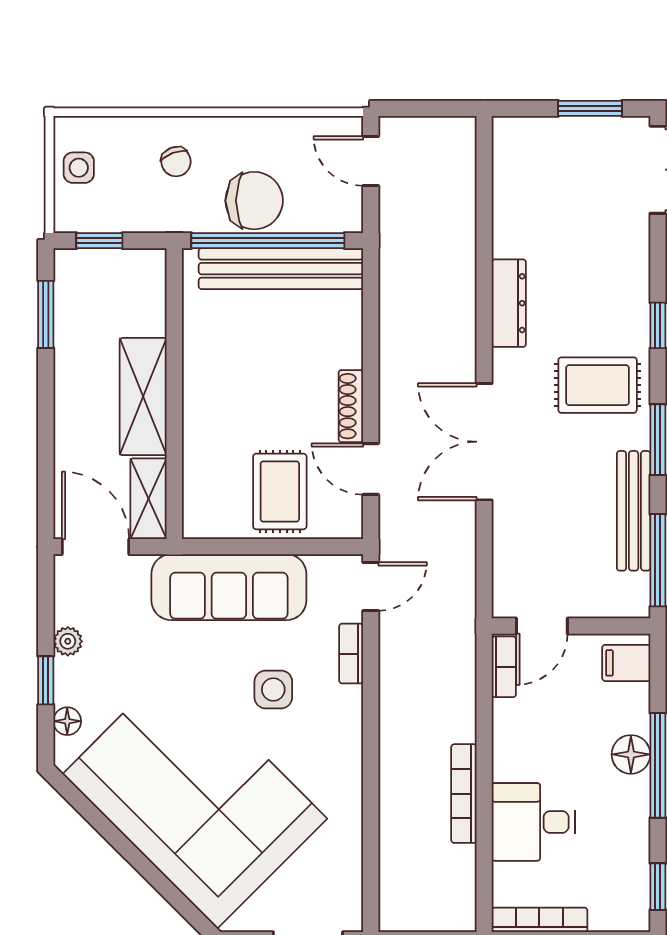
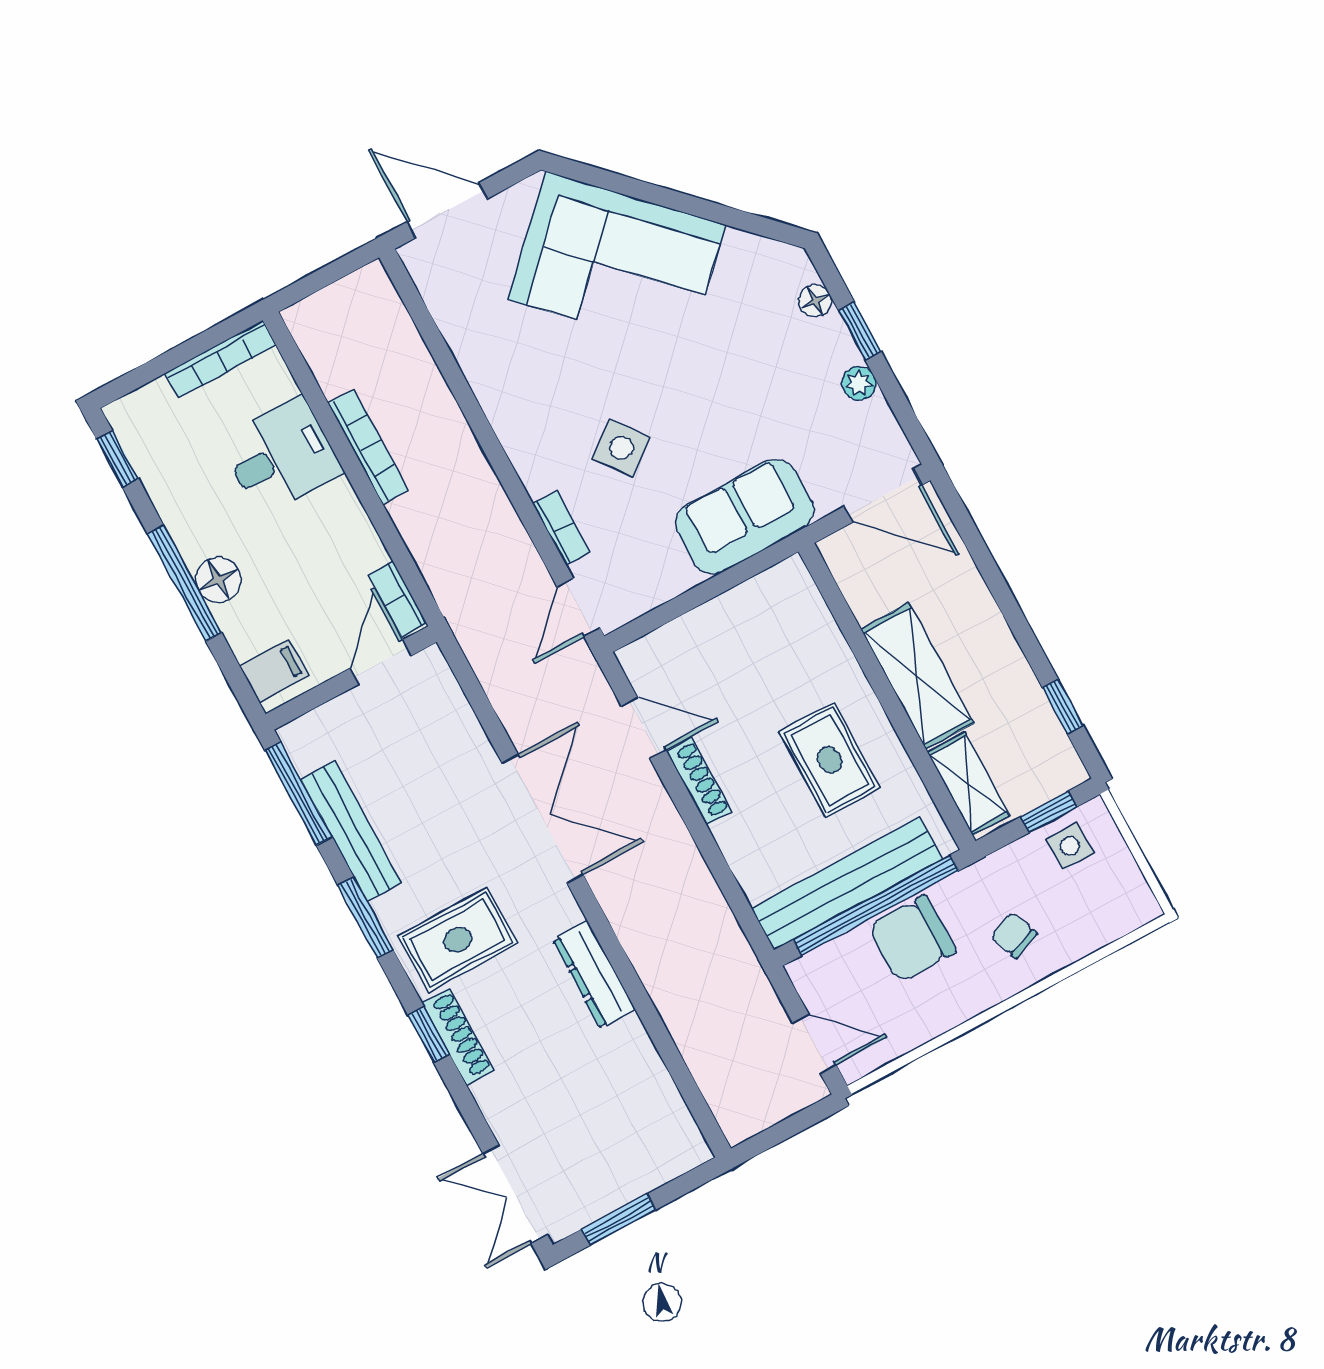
side table: (79, 168) -> (1070, 846), moved
shoe rack: (637, 312) -> (458, 1036), added
window: (46, 314) -> (1063, 706), width x0.67
rug: (280, 491) -> (830, 760), moved
shelving: (148, 499) -> (968, 784), moved
sofa: (229, 587) -> (745, 517), width x0.73
side table: (273, 689) -> (621, 448), turned -38
corner sofa: (195, 796) -> (617, 262), width x0.73, depth x0.74

